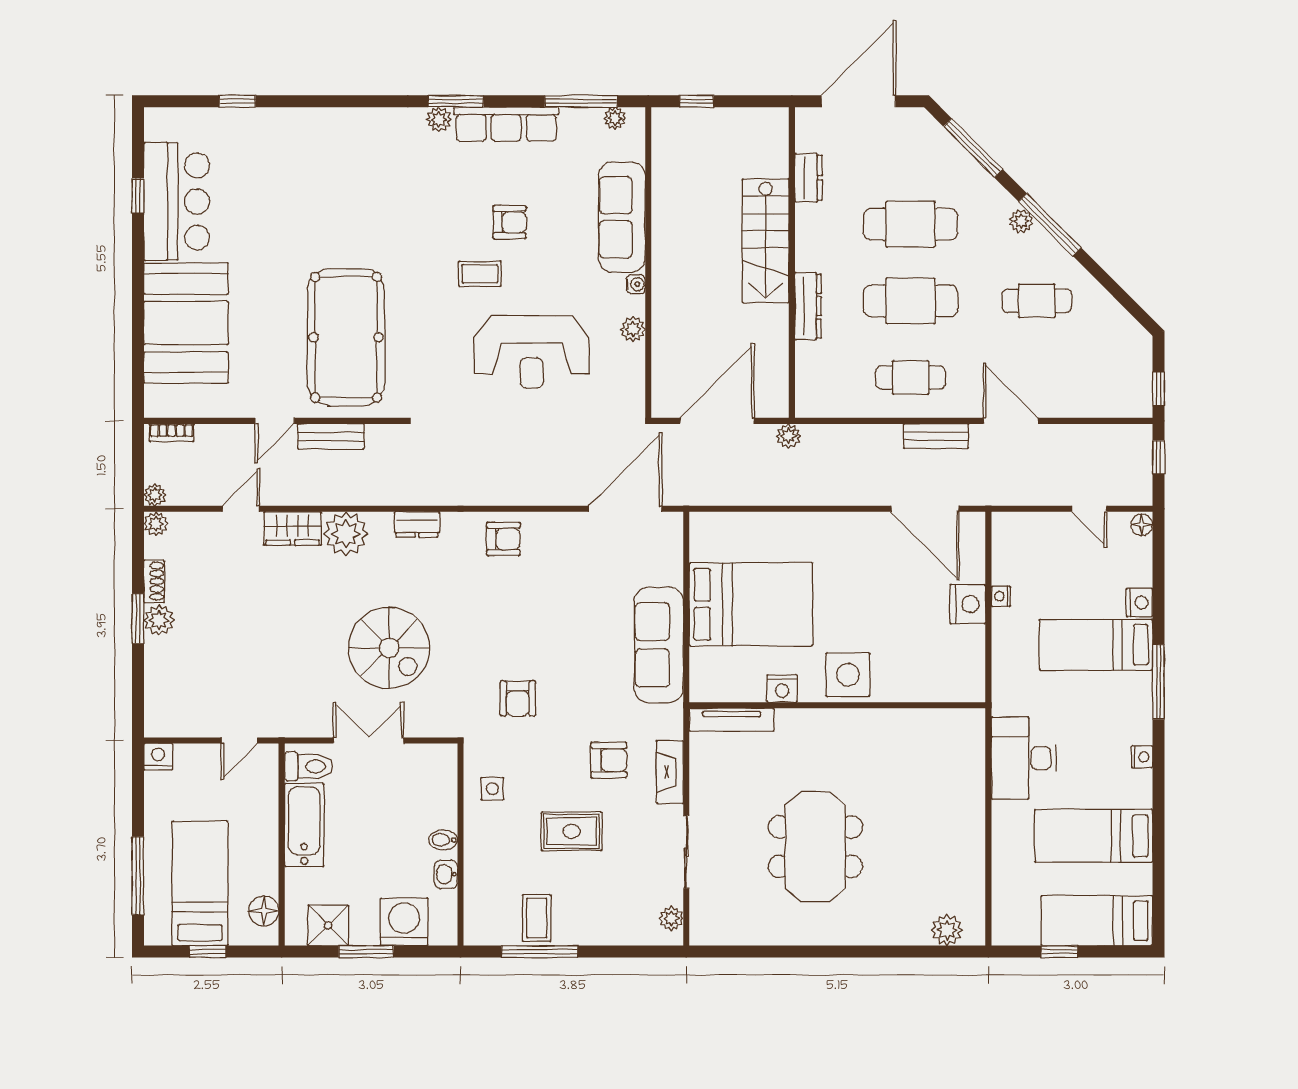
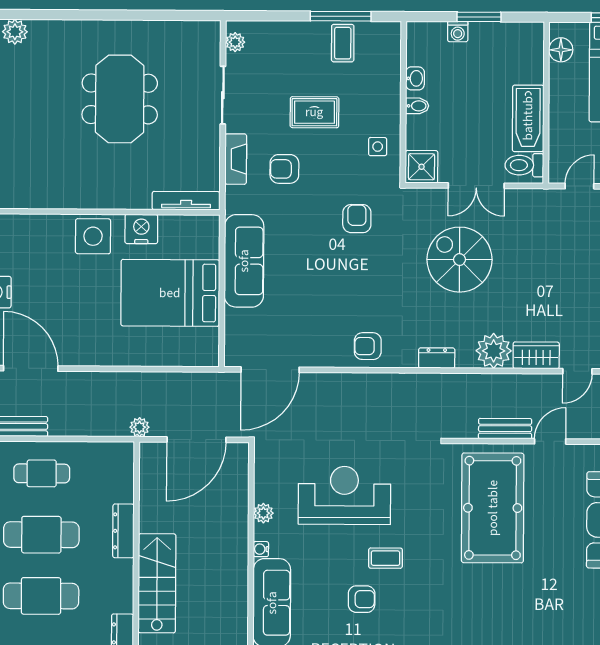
armchair: (509, 222) -> (362, 599), turned 180
nightstand: (782, 689) -> (141, 229), width x1.36, depth x1.33
washing machine: (404, 922) -> (458, 32), width x0.53, depth x0.53
shower: (328, 925) -> (422, 167), moved

